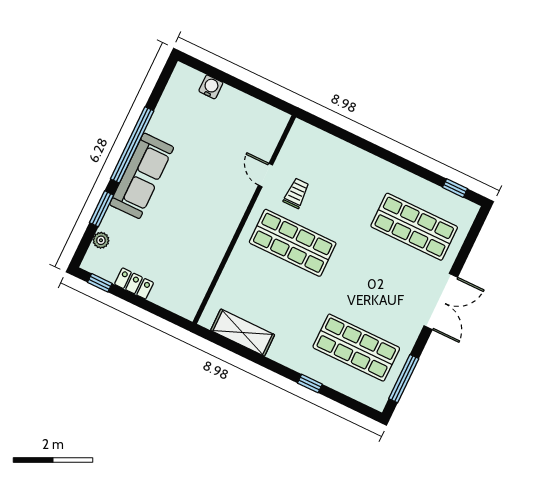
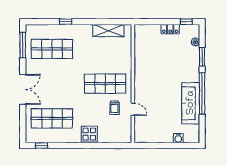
display table: (362, 168) -> (89, 134), added
sofa: (142, 176) -> (191, 103), moved
double door: (441, 301) -> (23, 89), swing flipped

